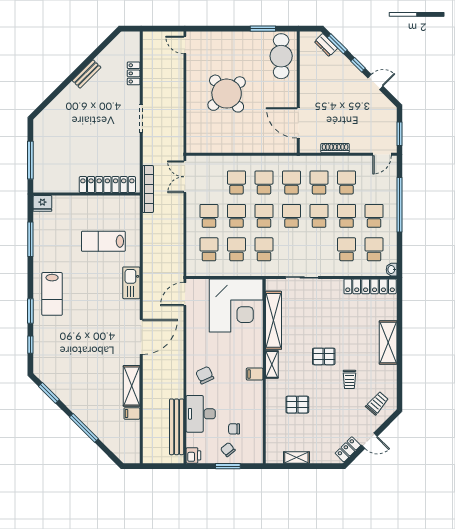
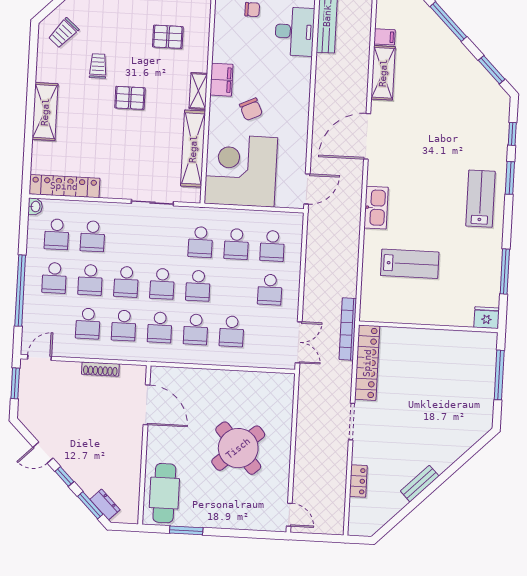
locker: (107, 185) -> (367, 363), moved, turned -90
school desk: (236, 216) -> (234, 288), removed
filing cabinet: (255, 374) -> (221, 80), width x2.00
chair: (205, 375) -> (251, 109), moved

